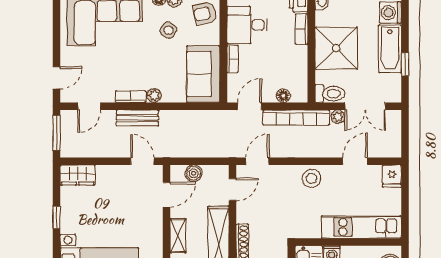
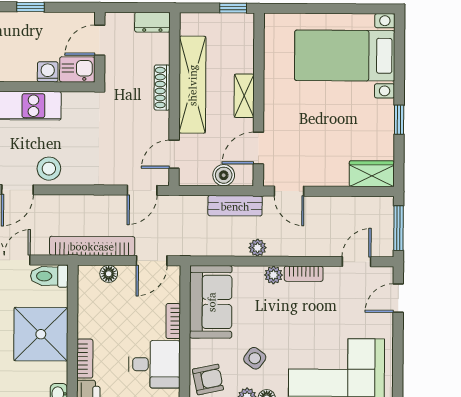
plant: (338, 117) -> (257, 248), moved
bench: (137, 118) -> (235, 206), moved
stool: (311, 178) -> (49, 169), moved

